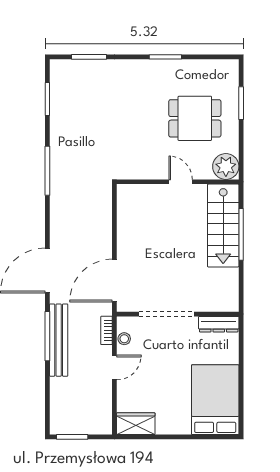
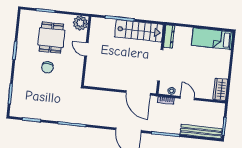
chair: (142, 117) -> (47, 67), added
door: (181, 182) -> (86, 49), hinge flipped
stairs: (223, 226) -> (139, 31), moved
bench: (59, 340) -> (201, 131), moved
bed: (215, 400) -> (212, 39), width x0.67

